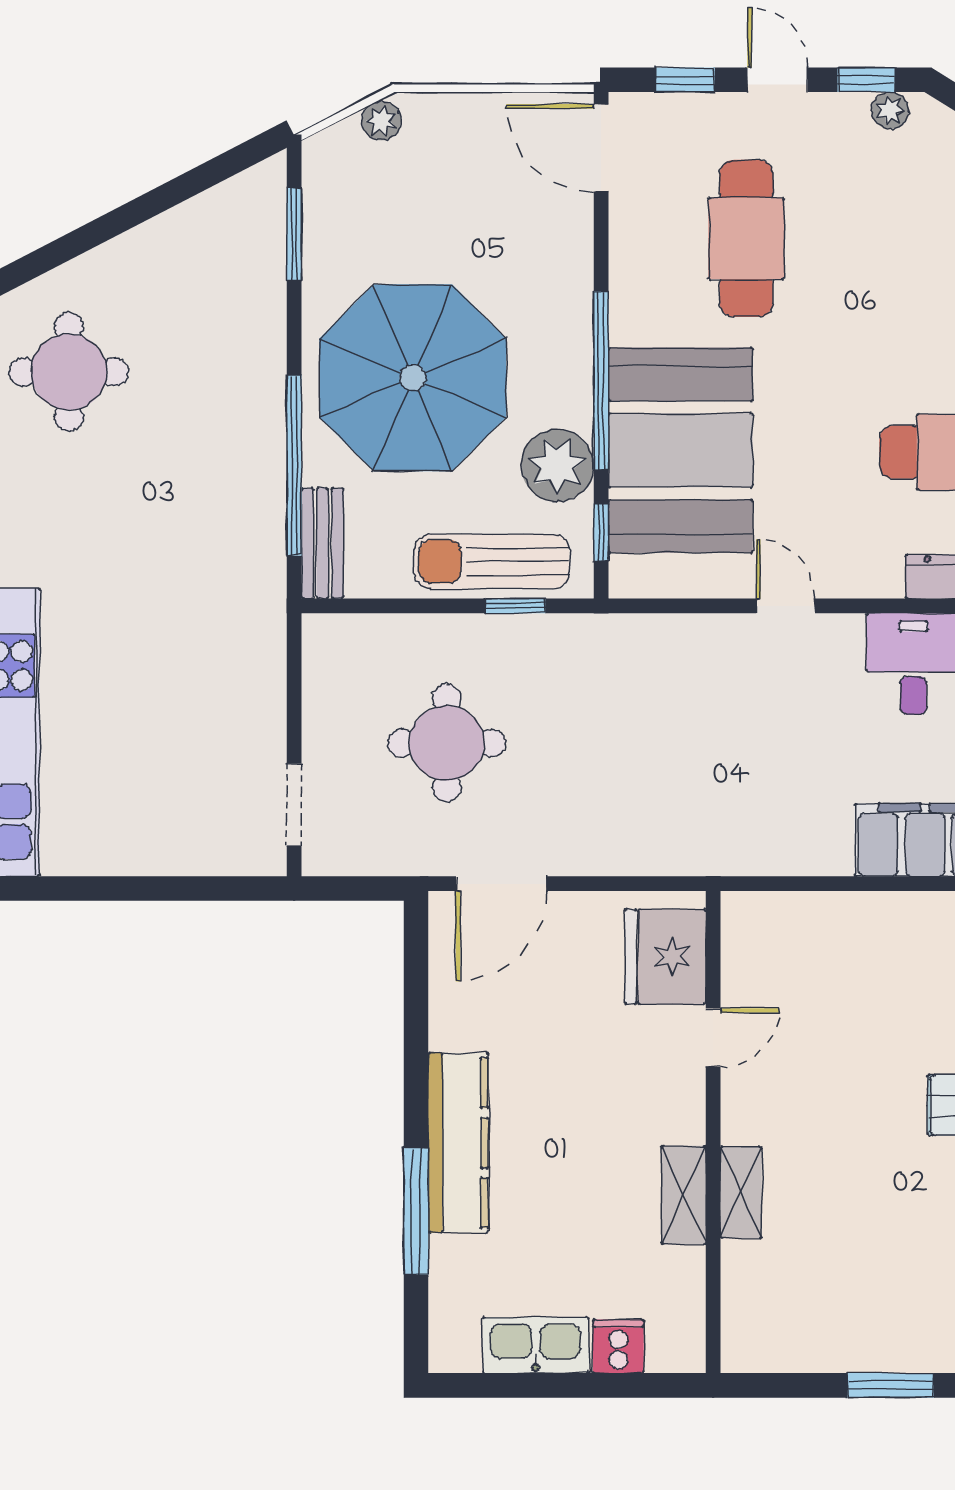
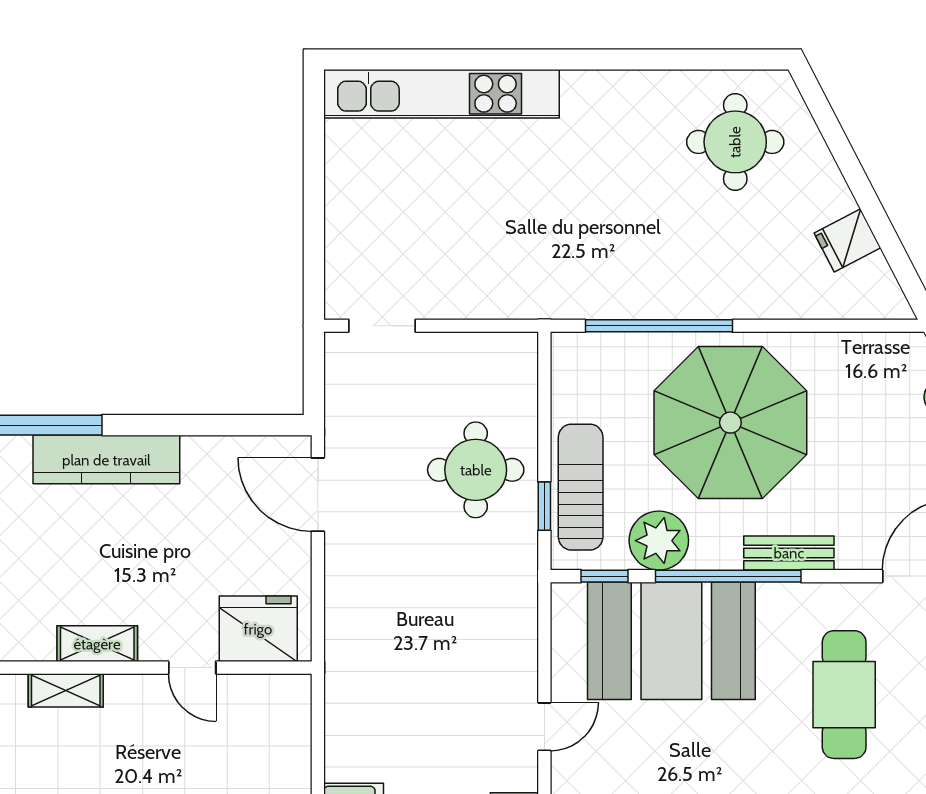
fridge: (189, 234) -> (847, 240), added
window: (294, 234) -> (847, 326), removed
cafe table: (746, 238) -> (844, 695), turned 90
bench: (323, 543) -> (789, 553), moved
round table: (447, 743) -> (476, 470), moved
shelving: (684, 1195) -> (97, 644), moved

